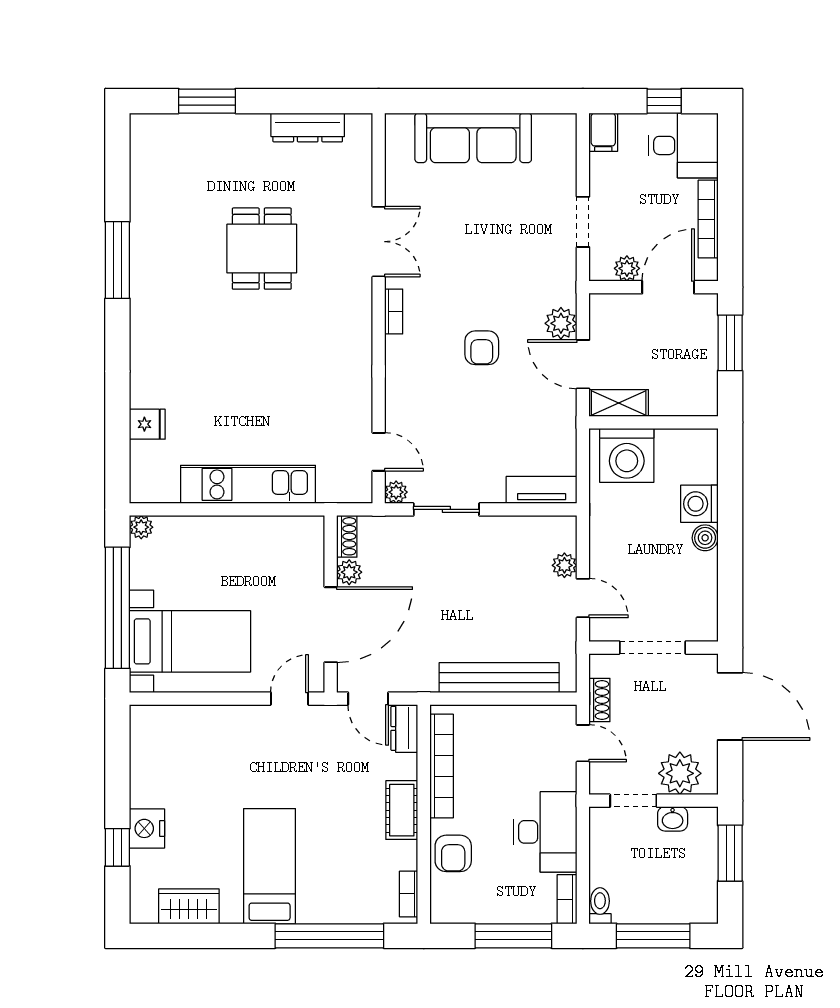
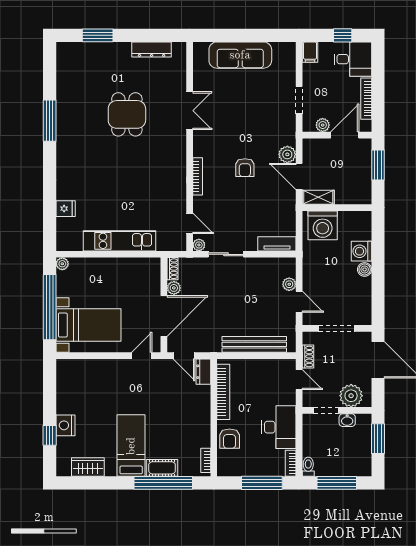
bookcase: (394, 311) -> (198, 176), moved, width x1.56
cot: (402, 810) -> (162, 468), moved, turned 90

